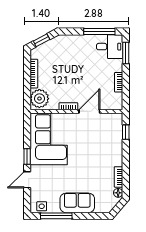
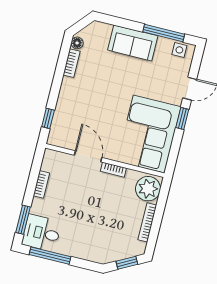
door: (89, 111) -> (88, 156), swing flipped

